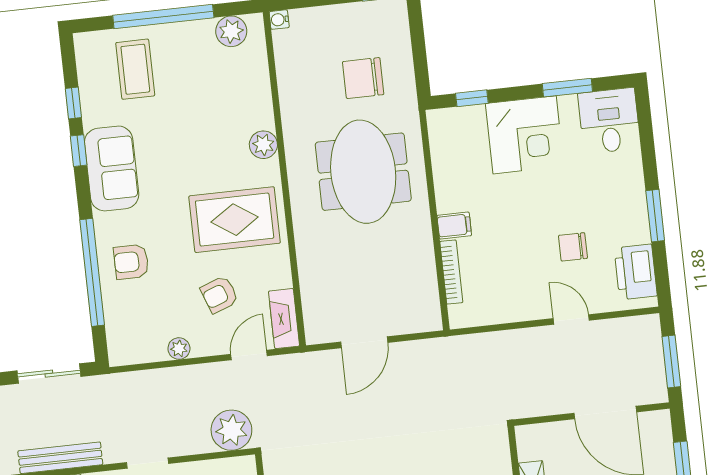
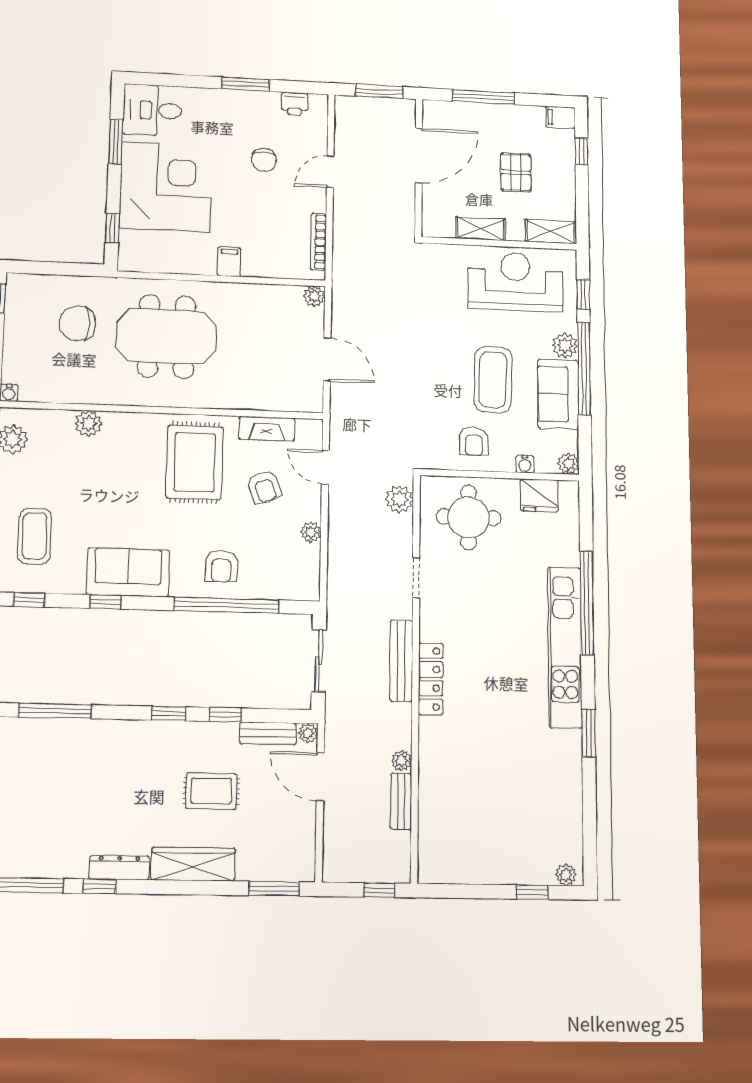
coffee table: (135, 69) -> (35, 536), turned 90
chair: (363, 78) -> (78, 323), turned 90
window: (73, 103) -> (29, 600), moved
corner desk: (525, 135) -> (166, 187), width x1.36, depth x1.36
plant: (263, 145) -> (89, 424), moved
bookcase: (451, 272) -> (319, 242), moved, turned -90
printer: (636, 272) -> (295, 104), width x0.53, depth x0.68
fireplace: (284, 319) -> (267, 429), moved
plant: (431, 320) -> (314, 296), added
plant: (231, 430) -> (399, 499), width x0.73, depth x0.73

